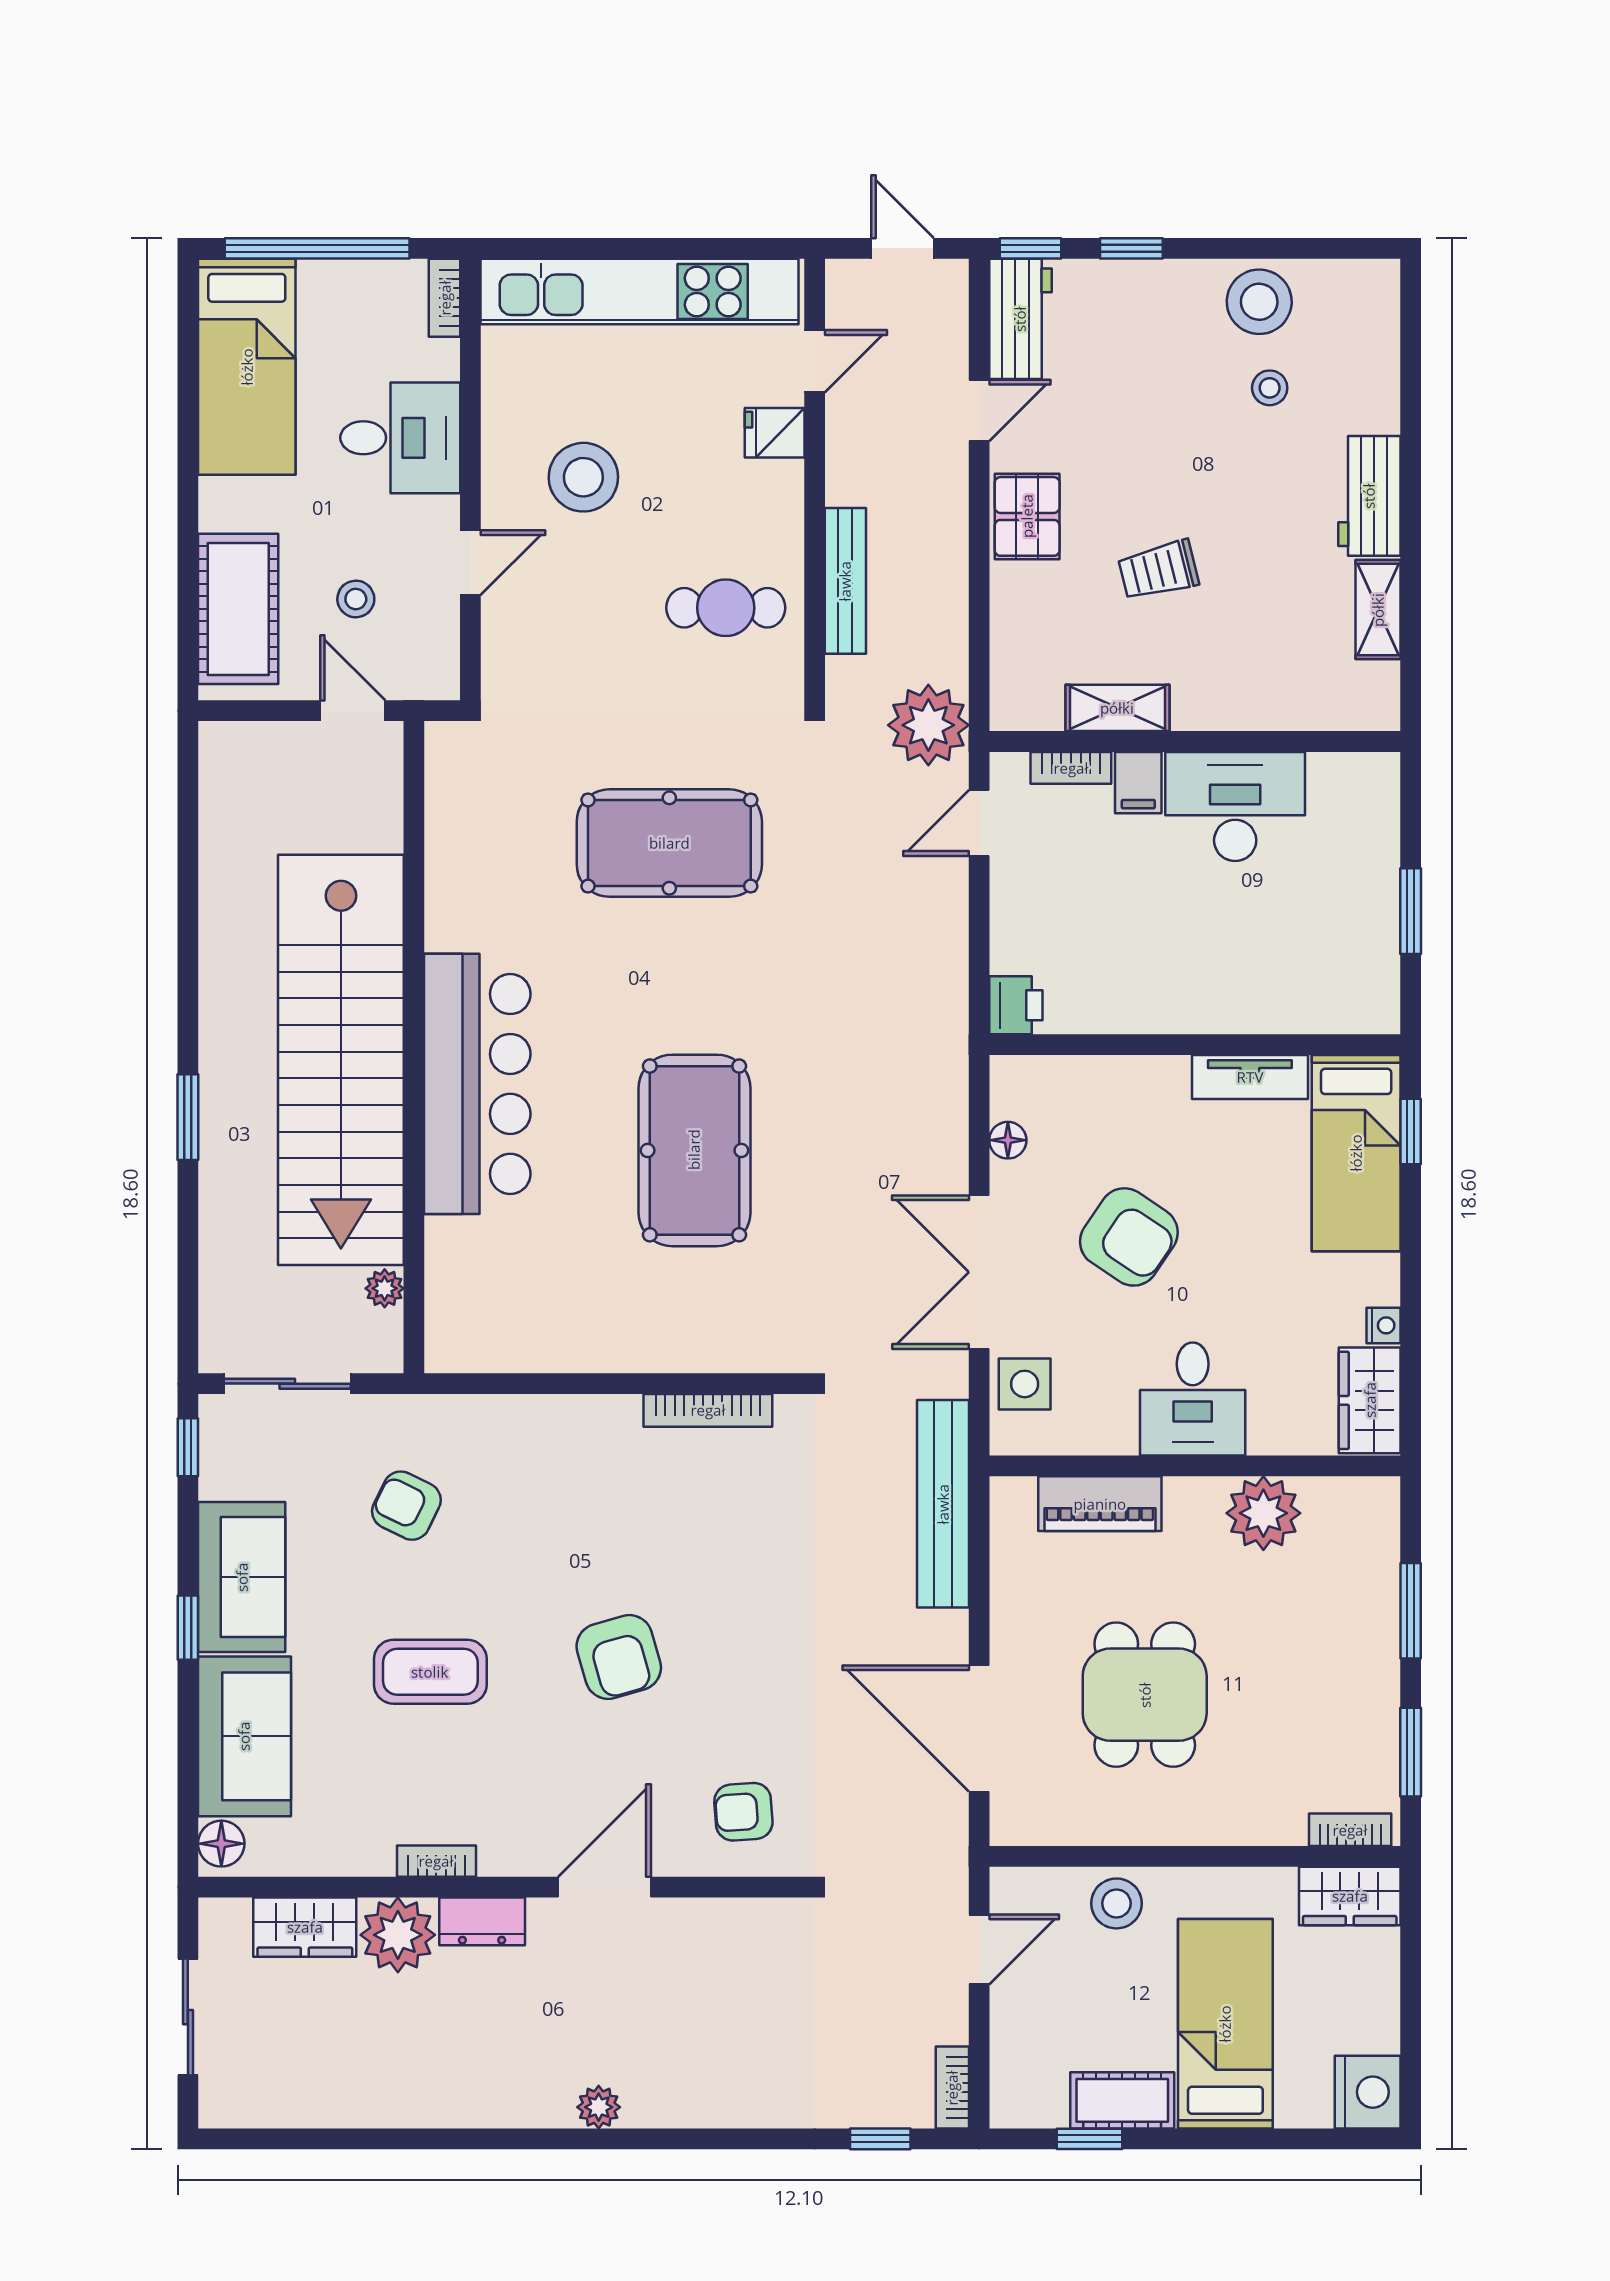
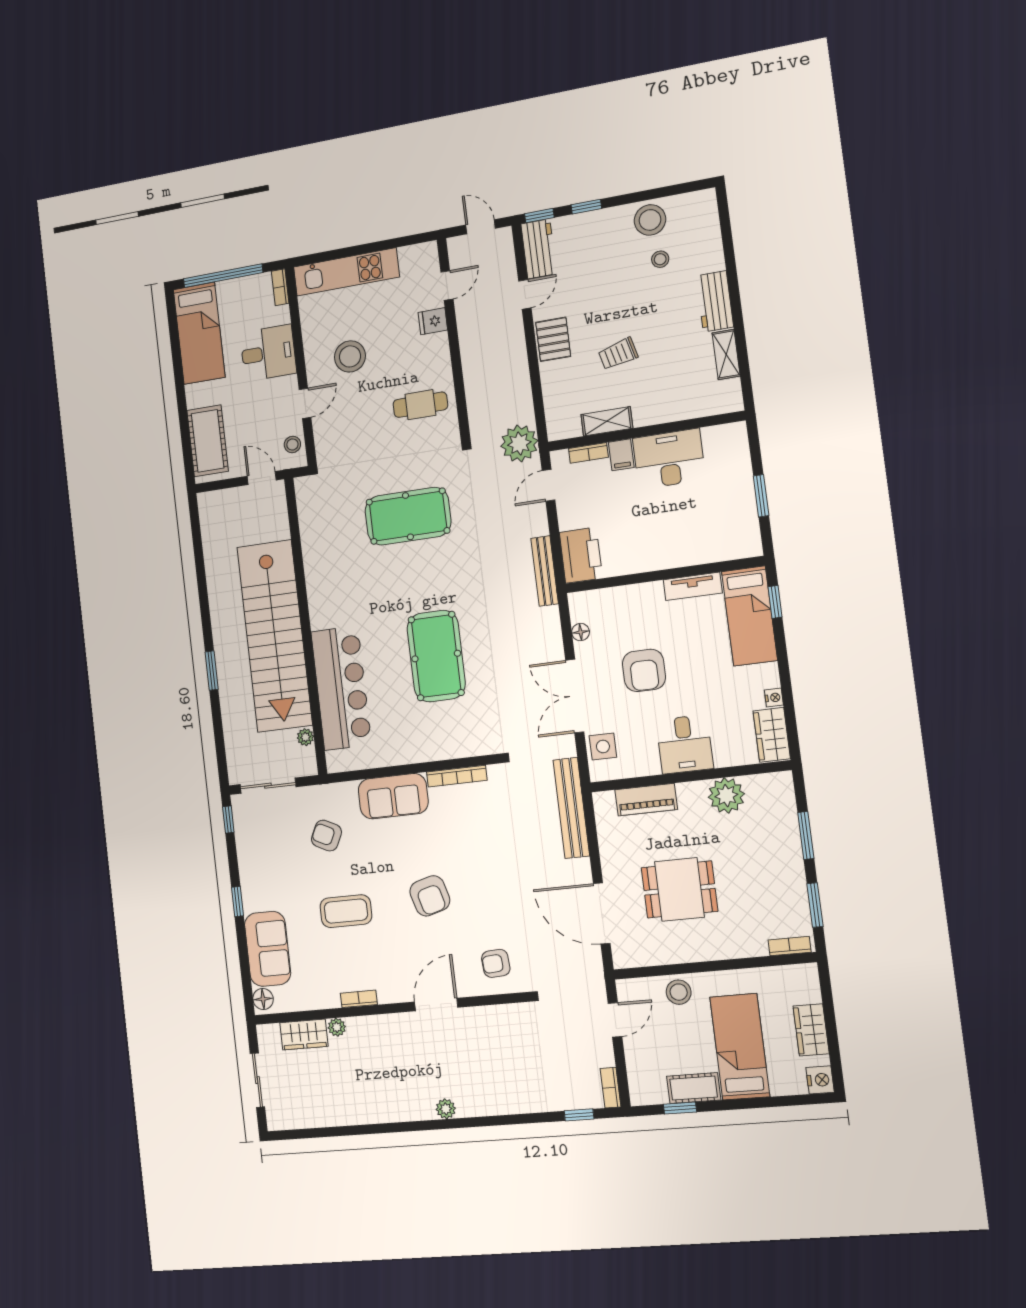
kitchen unit: (640, 291) -> (346, 272), width x0.73
bench: (845, 581) -> (545, 571), moved
stool: (356, 599) -> (292, 445), moved
printer: (1016, 1005) -> (581, 555), width x1.87, depth x1.48
bar counter: (477, 1084) -> (341, 688), moved
armchair: (1129, 1237) -> (644, 670), turned 56
sofa: (242, 1577) -> (393, 796), moved, turned 90
dining table: (1145, 1695) -> (679, 889), turned 90
wardrobe: (1350, 1896) -> (811, 1030), moved, turned 90
dresser: (482, 1921) -> (383, 1025), removed
plant: (398, 1935) -> (337, 1027), width x0.53, depth x0.53
nightstand: (1368, 2092) -> (820, 1080), width x0.74, depth x0.75

